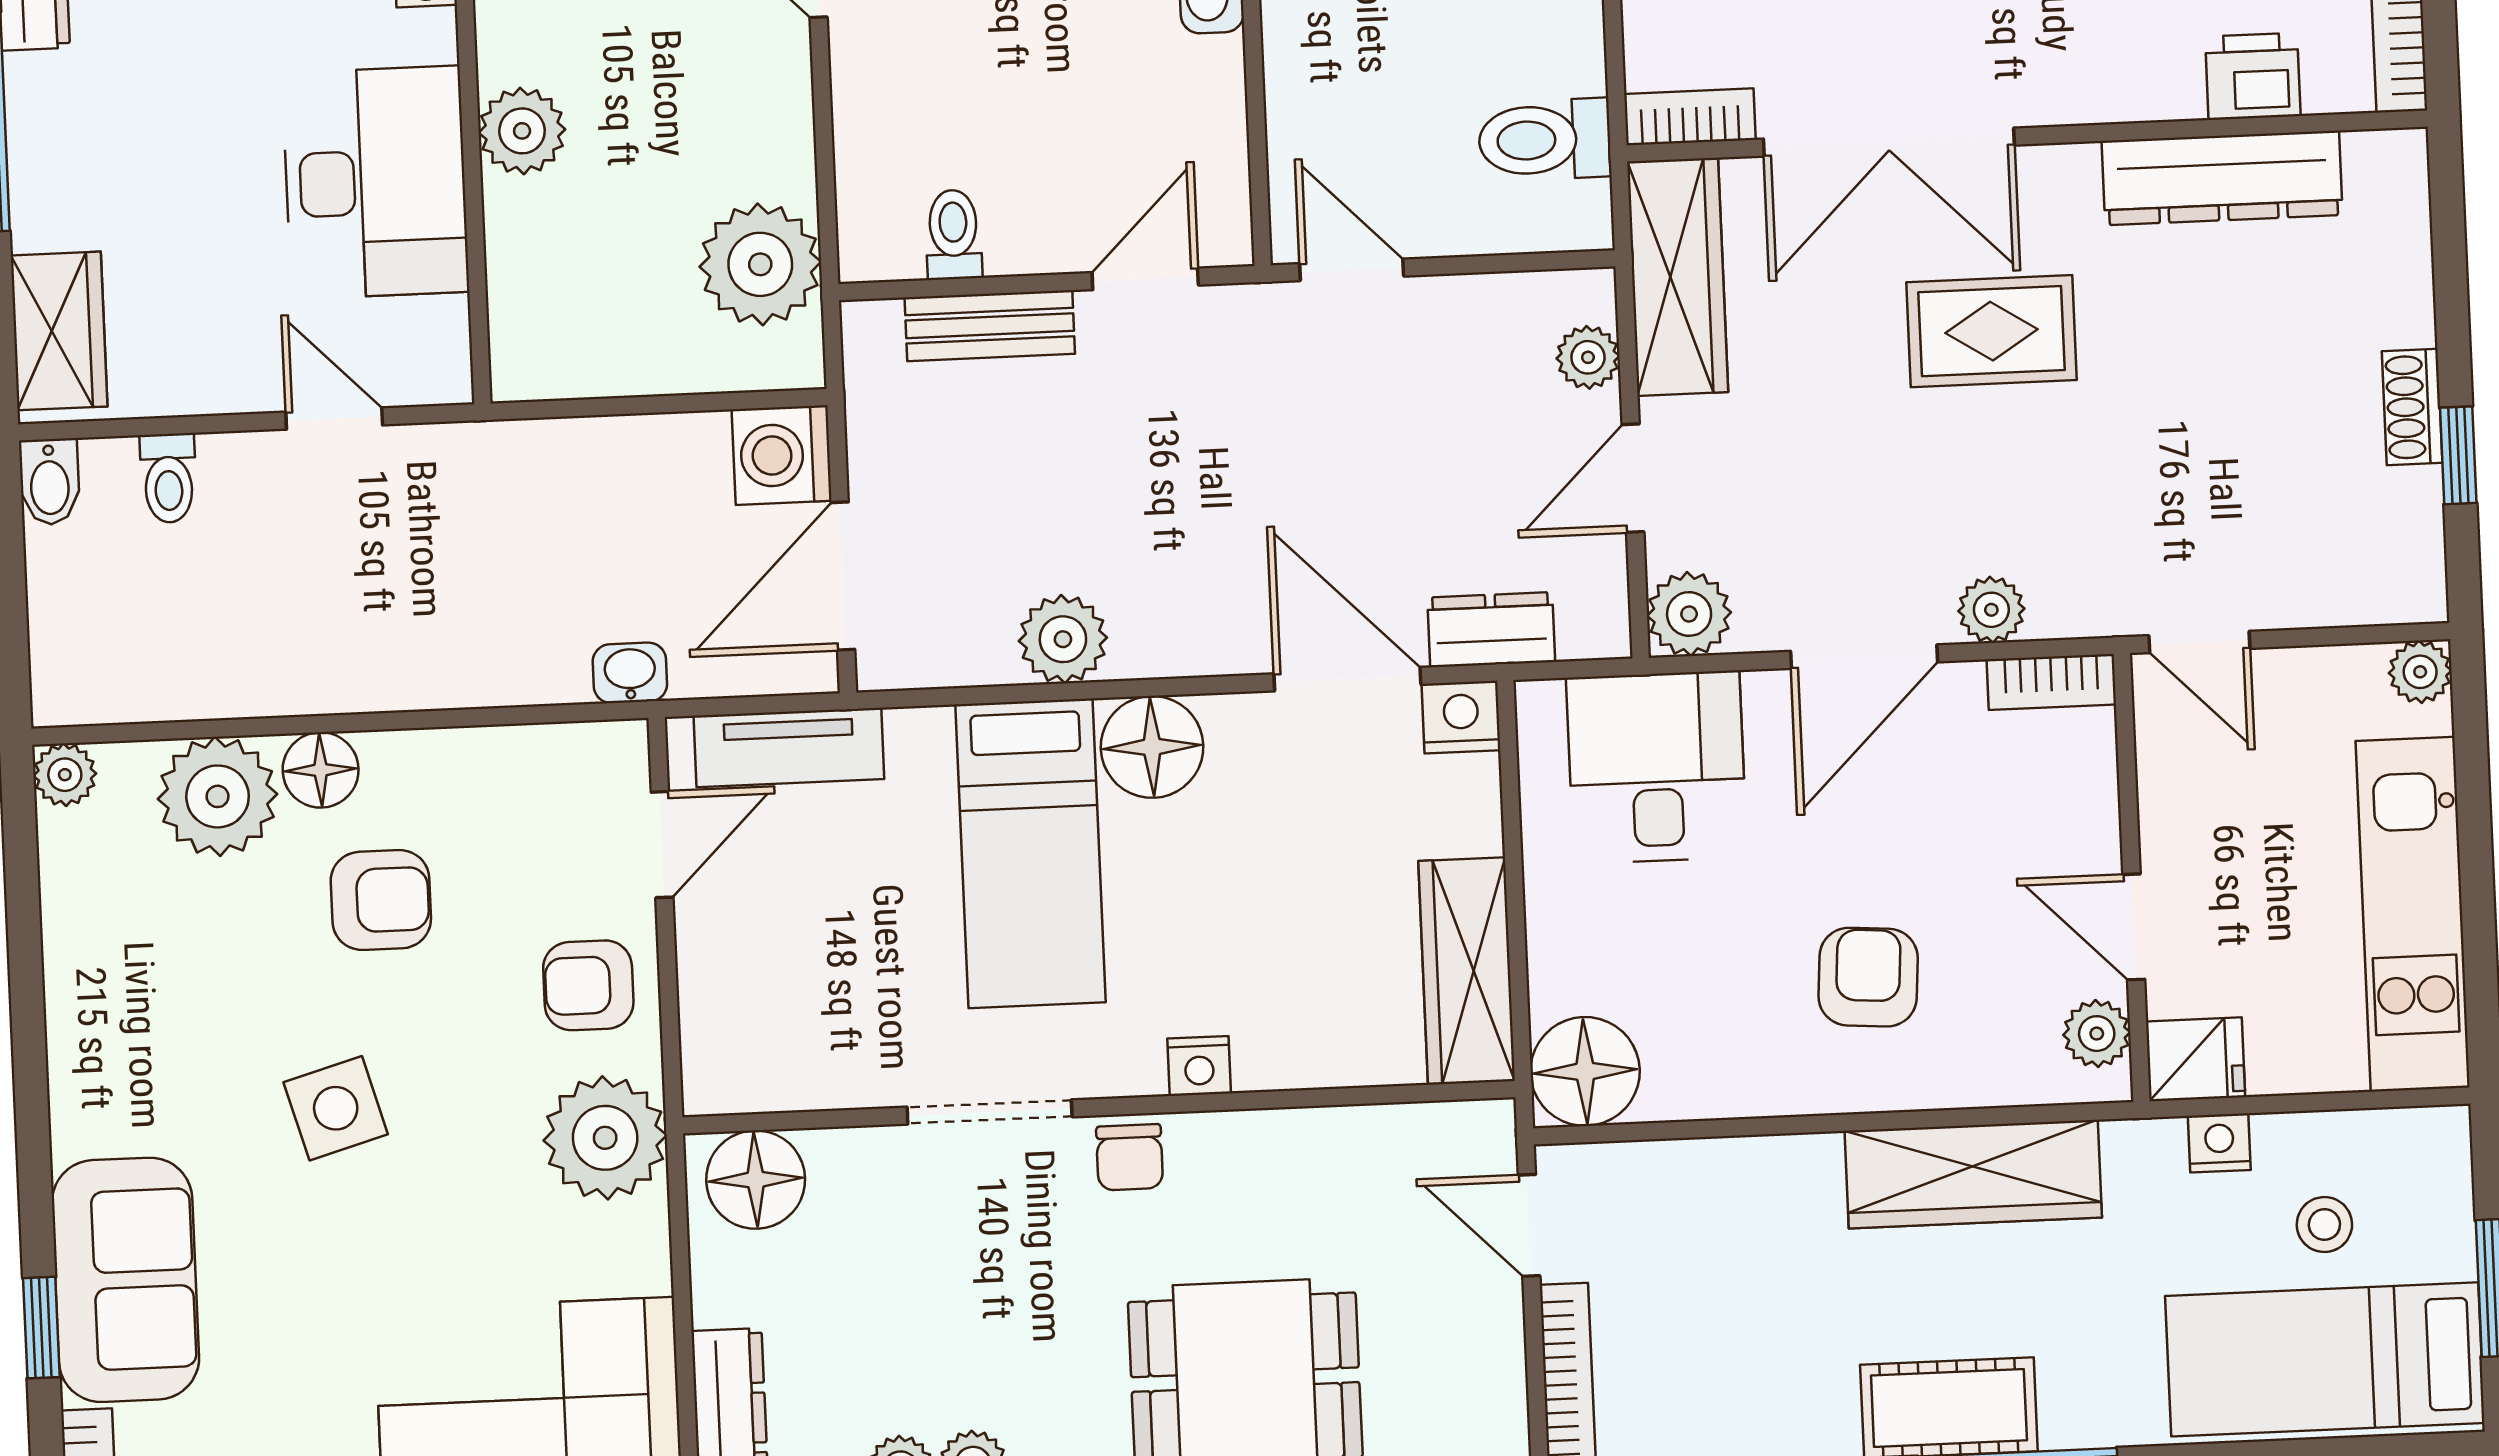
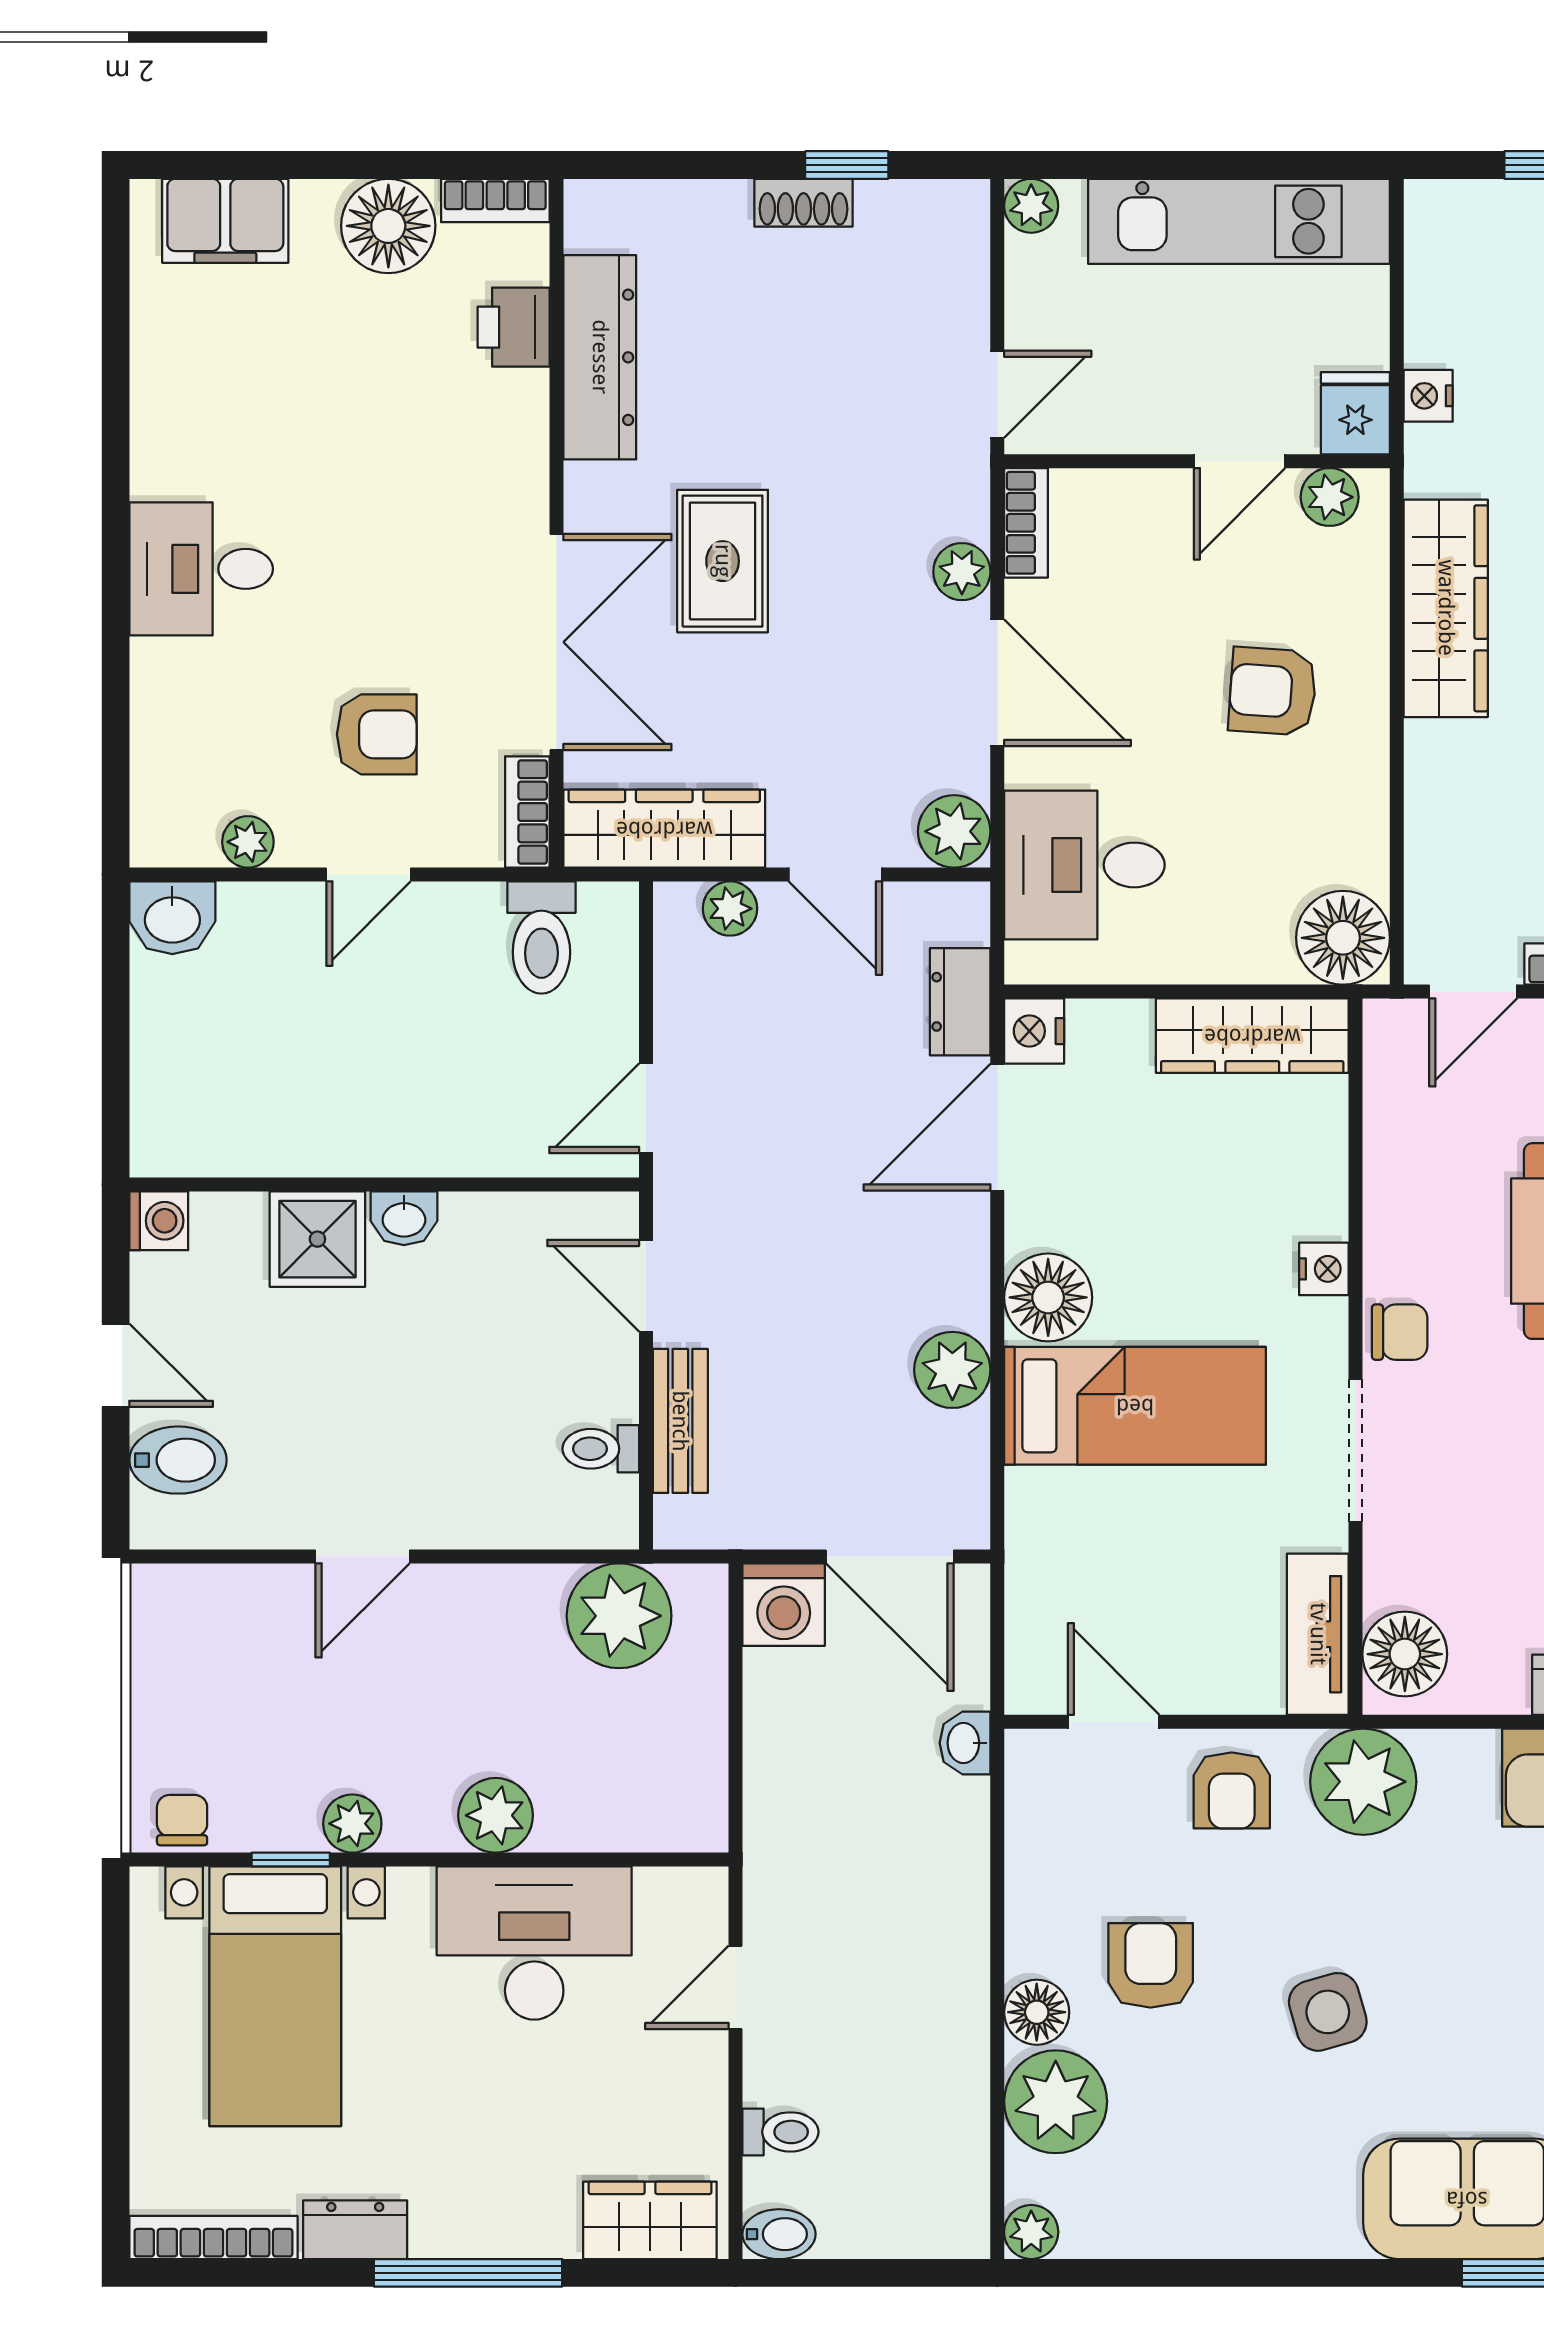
tv unit: (789, 747) -> (1318, 1634), moved, turned 180
stool: (2324, 1225) -> (1502, 309), removed

